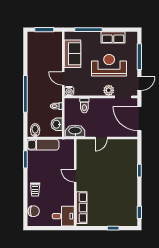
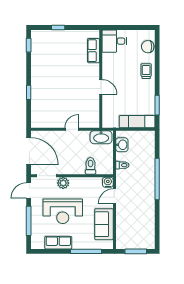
door: (63, 78) -> (114, 196), swing flipped
bidet: (35, 130) -> (146, 138), removed
row of seats: (82, 208) -> (94, 51), width x0.68

